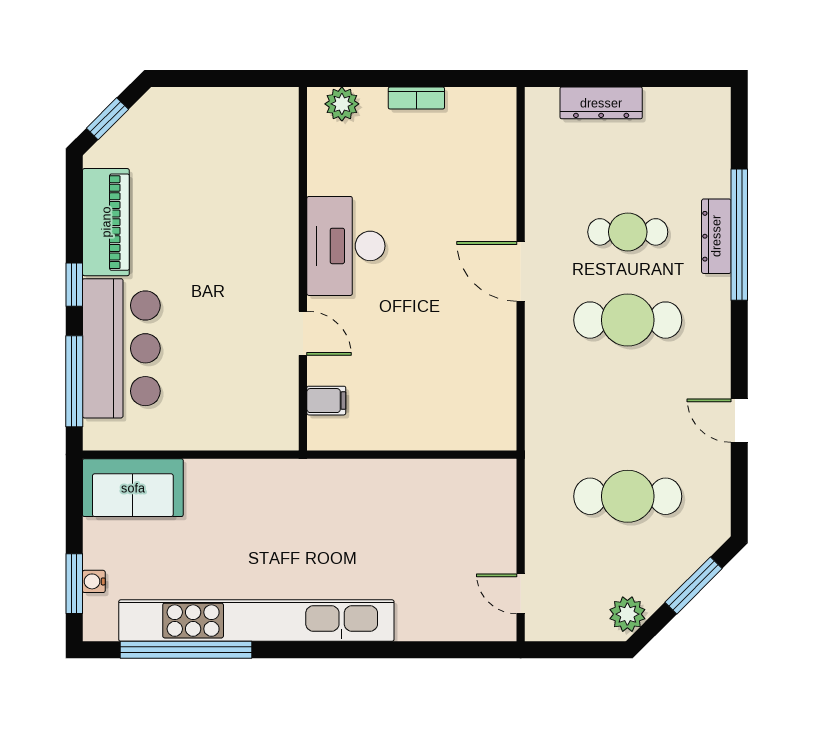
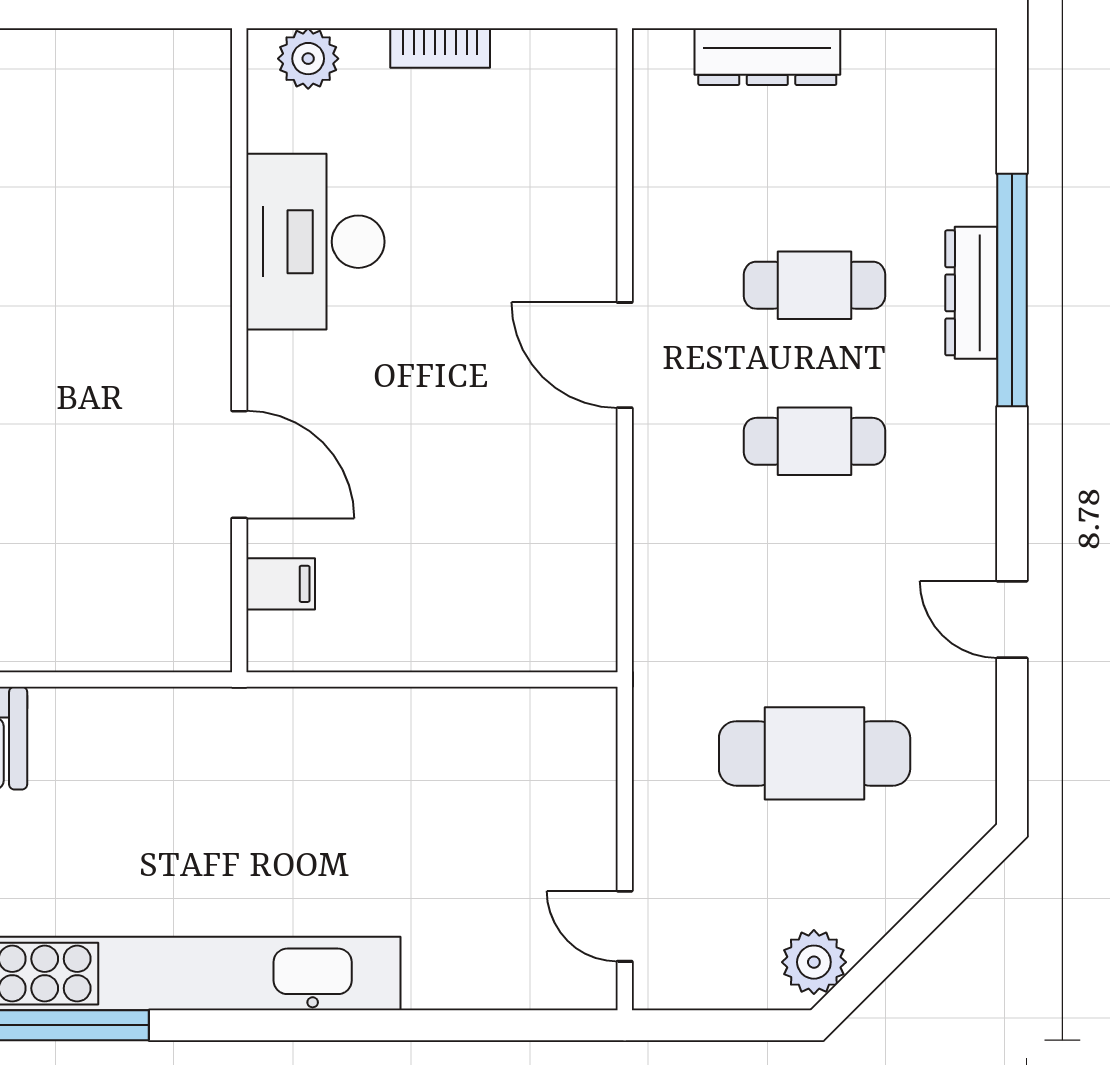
desk: (346, 246) -> (315, 242), moved
cafe table: (628, 320) -> (815, 441), width x0.73, depth x0.74
door: (303, 333) -> (239, 465), width x1.38
window: (694, 585) -> (931, 911), removed

